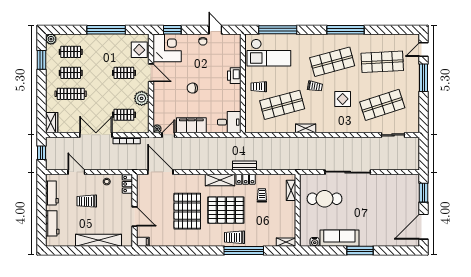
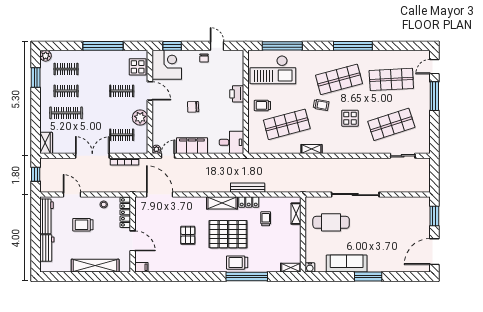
bench: (244, 165) -> (248, 188), width x1.36
locker: (127, 184) -> (125, 212), width x1.53
workbench: (52, 193) -> (47, 216), width x1.38
pallet: (187, 211) -> (188, 235), width x0.49, depth x0.50
water cooler: (315, 242) -> (310, 267), moved

